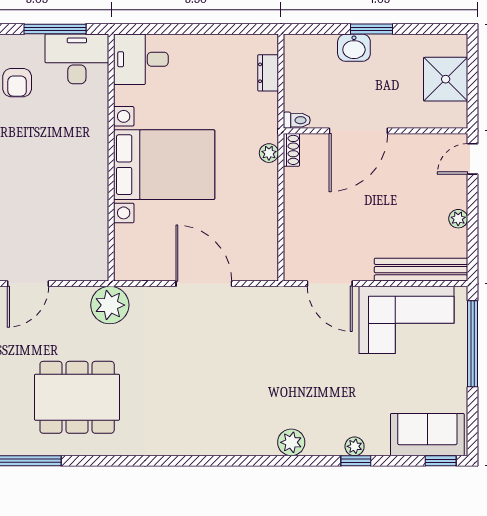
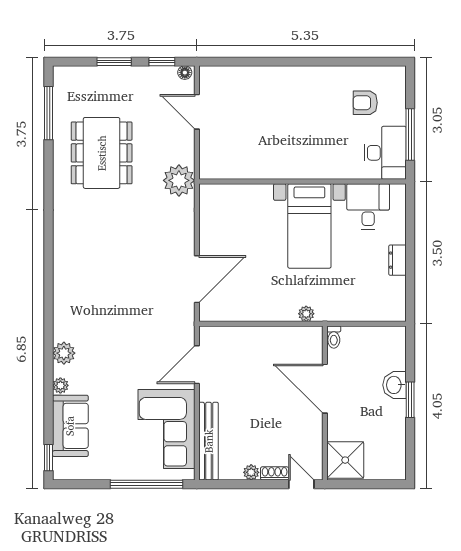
desk: (141, 59) -> (368, 206), moved
dresser: (268, 73) -> (397, 260), moved, turned -90
shower: (446, 79) -> (345, 460), moved
shoe rack: (291, 150) -> (275, 473), moved, turned 180
bed with nightstands: (164, 165) -> (309, 226), width x0.73
door: (204, 284) -> (197, 279), moved
sofa: (427, 435) -> (70, 426), moved
plant: (291, 442) -> (64, 353), moved
window: (356, 461) -> (48, 387), removed

